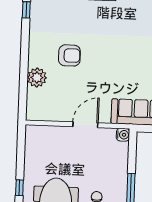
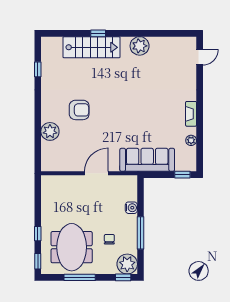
water cooler: (123, 135) -> (131, 208), moved

